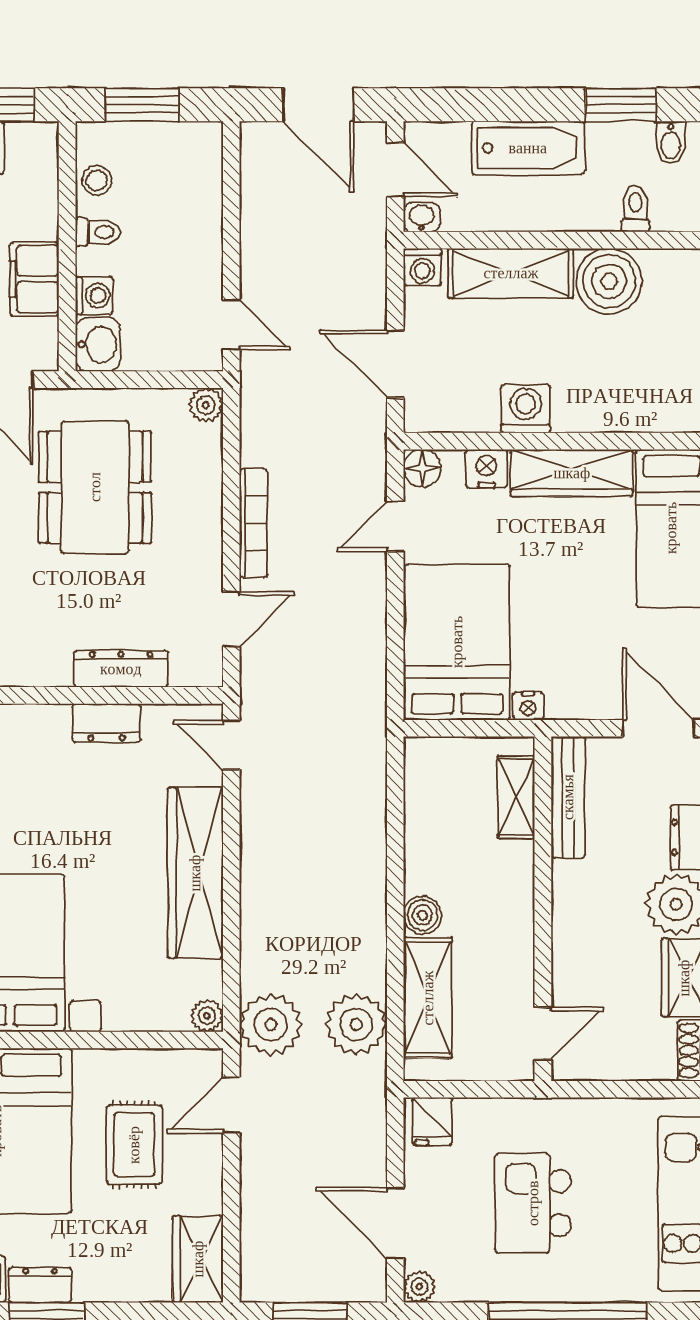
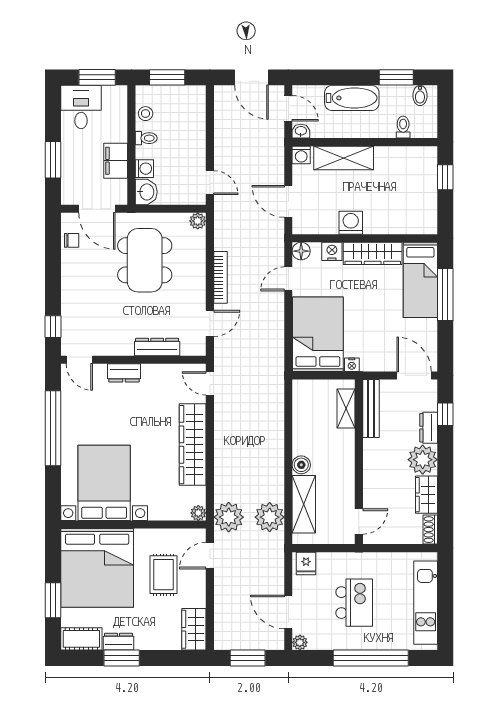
boiler: (609, 281) -> (391, 162), removed
dresser: (106, 723) -> (124, 373), moved
kitchen island: (533, 1203) -> (354, 603), turned 180

